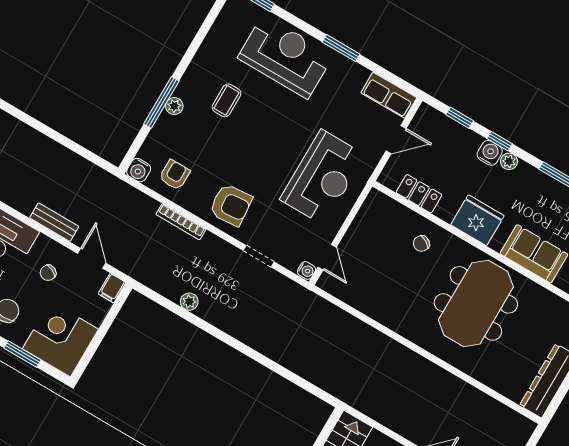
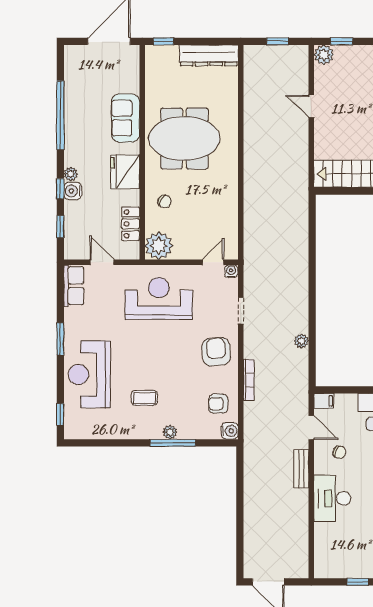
plant: (378, 210) -> (159, 246), added
door: (92, 258) -> (311, 428), swing flipped

